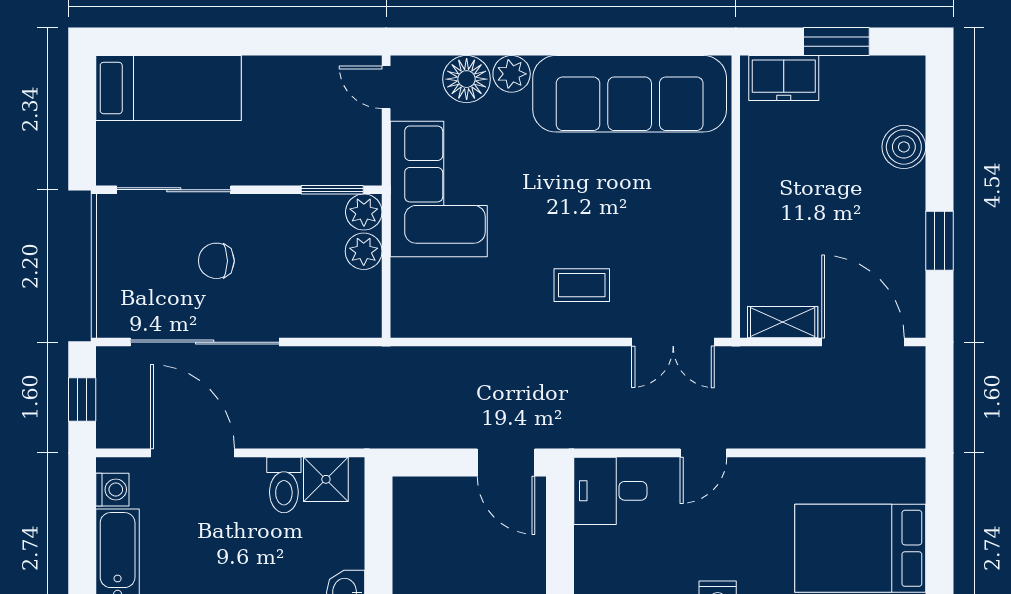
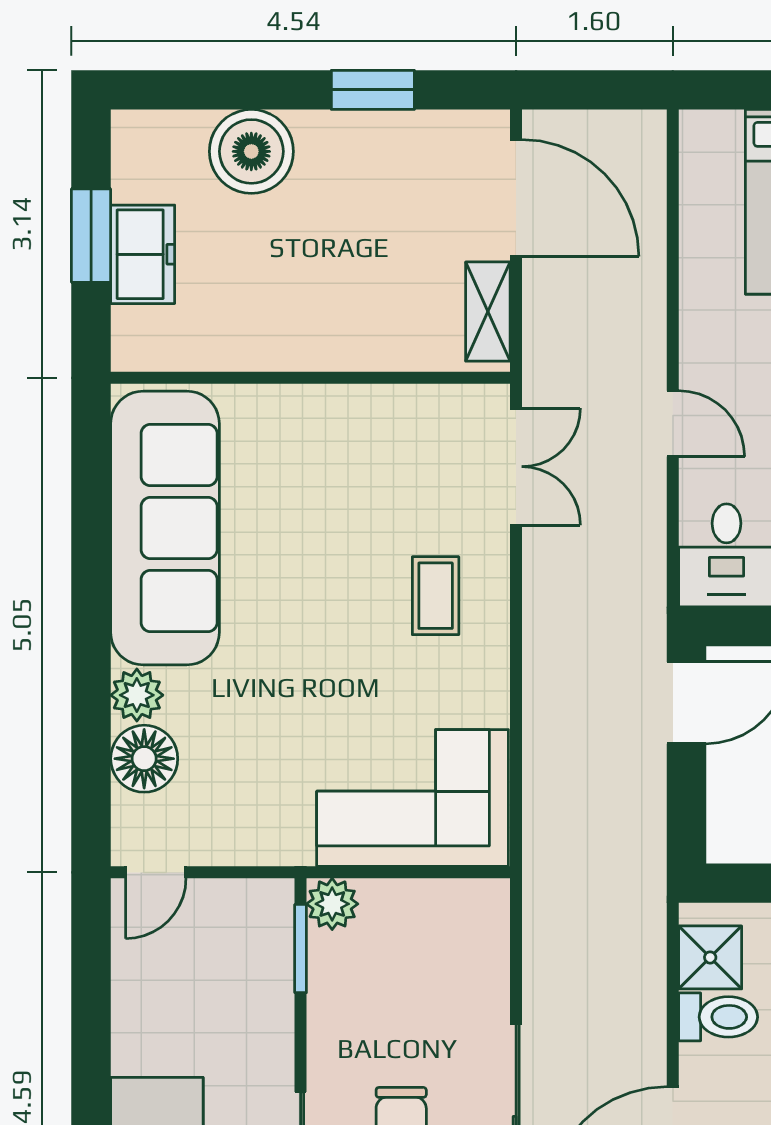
freezer: (784, 78) -> (143, 254), moved
boiler: (904, 147) -> (251, 151), width x1.37, depth x1.37
corner sofa: (439, 189) -> (413, 798), moved
plant: (364, 251) -> (388, 904), removed
door: (863, 342) -> (516, 198), swing flipped

